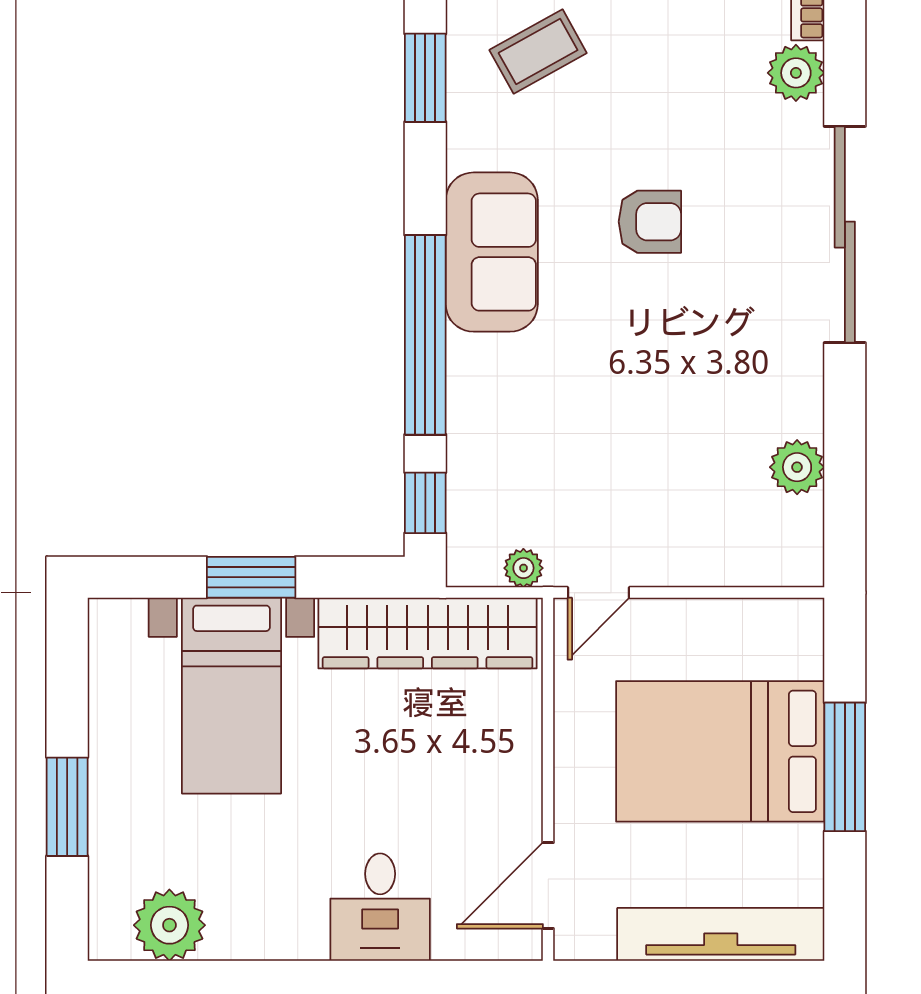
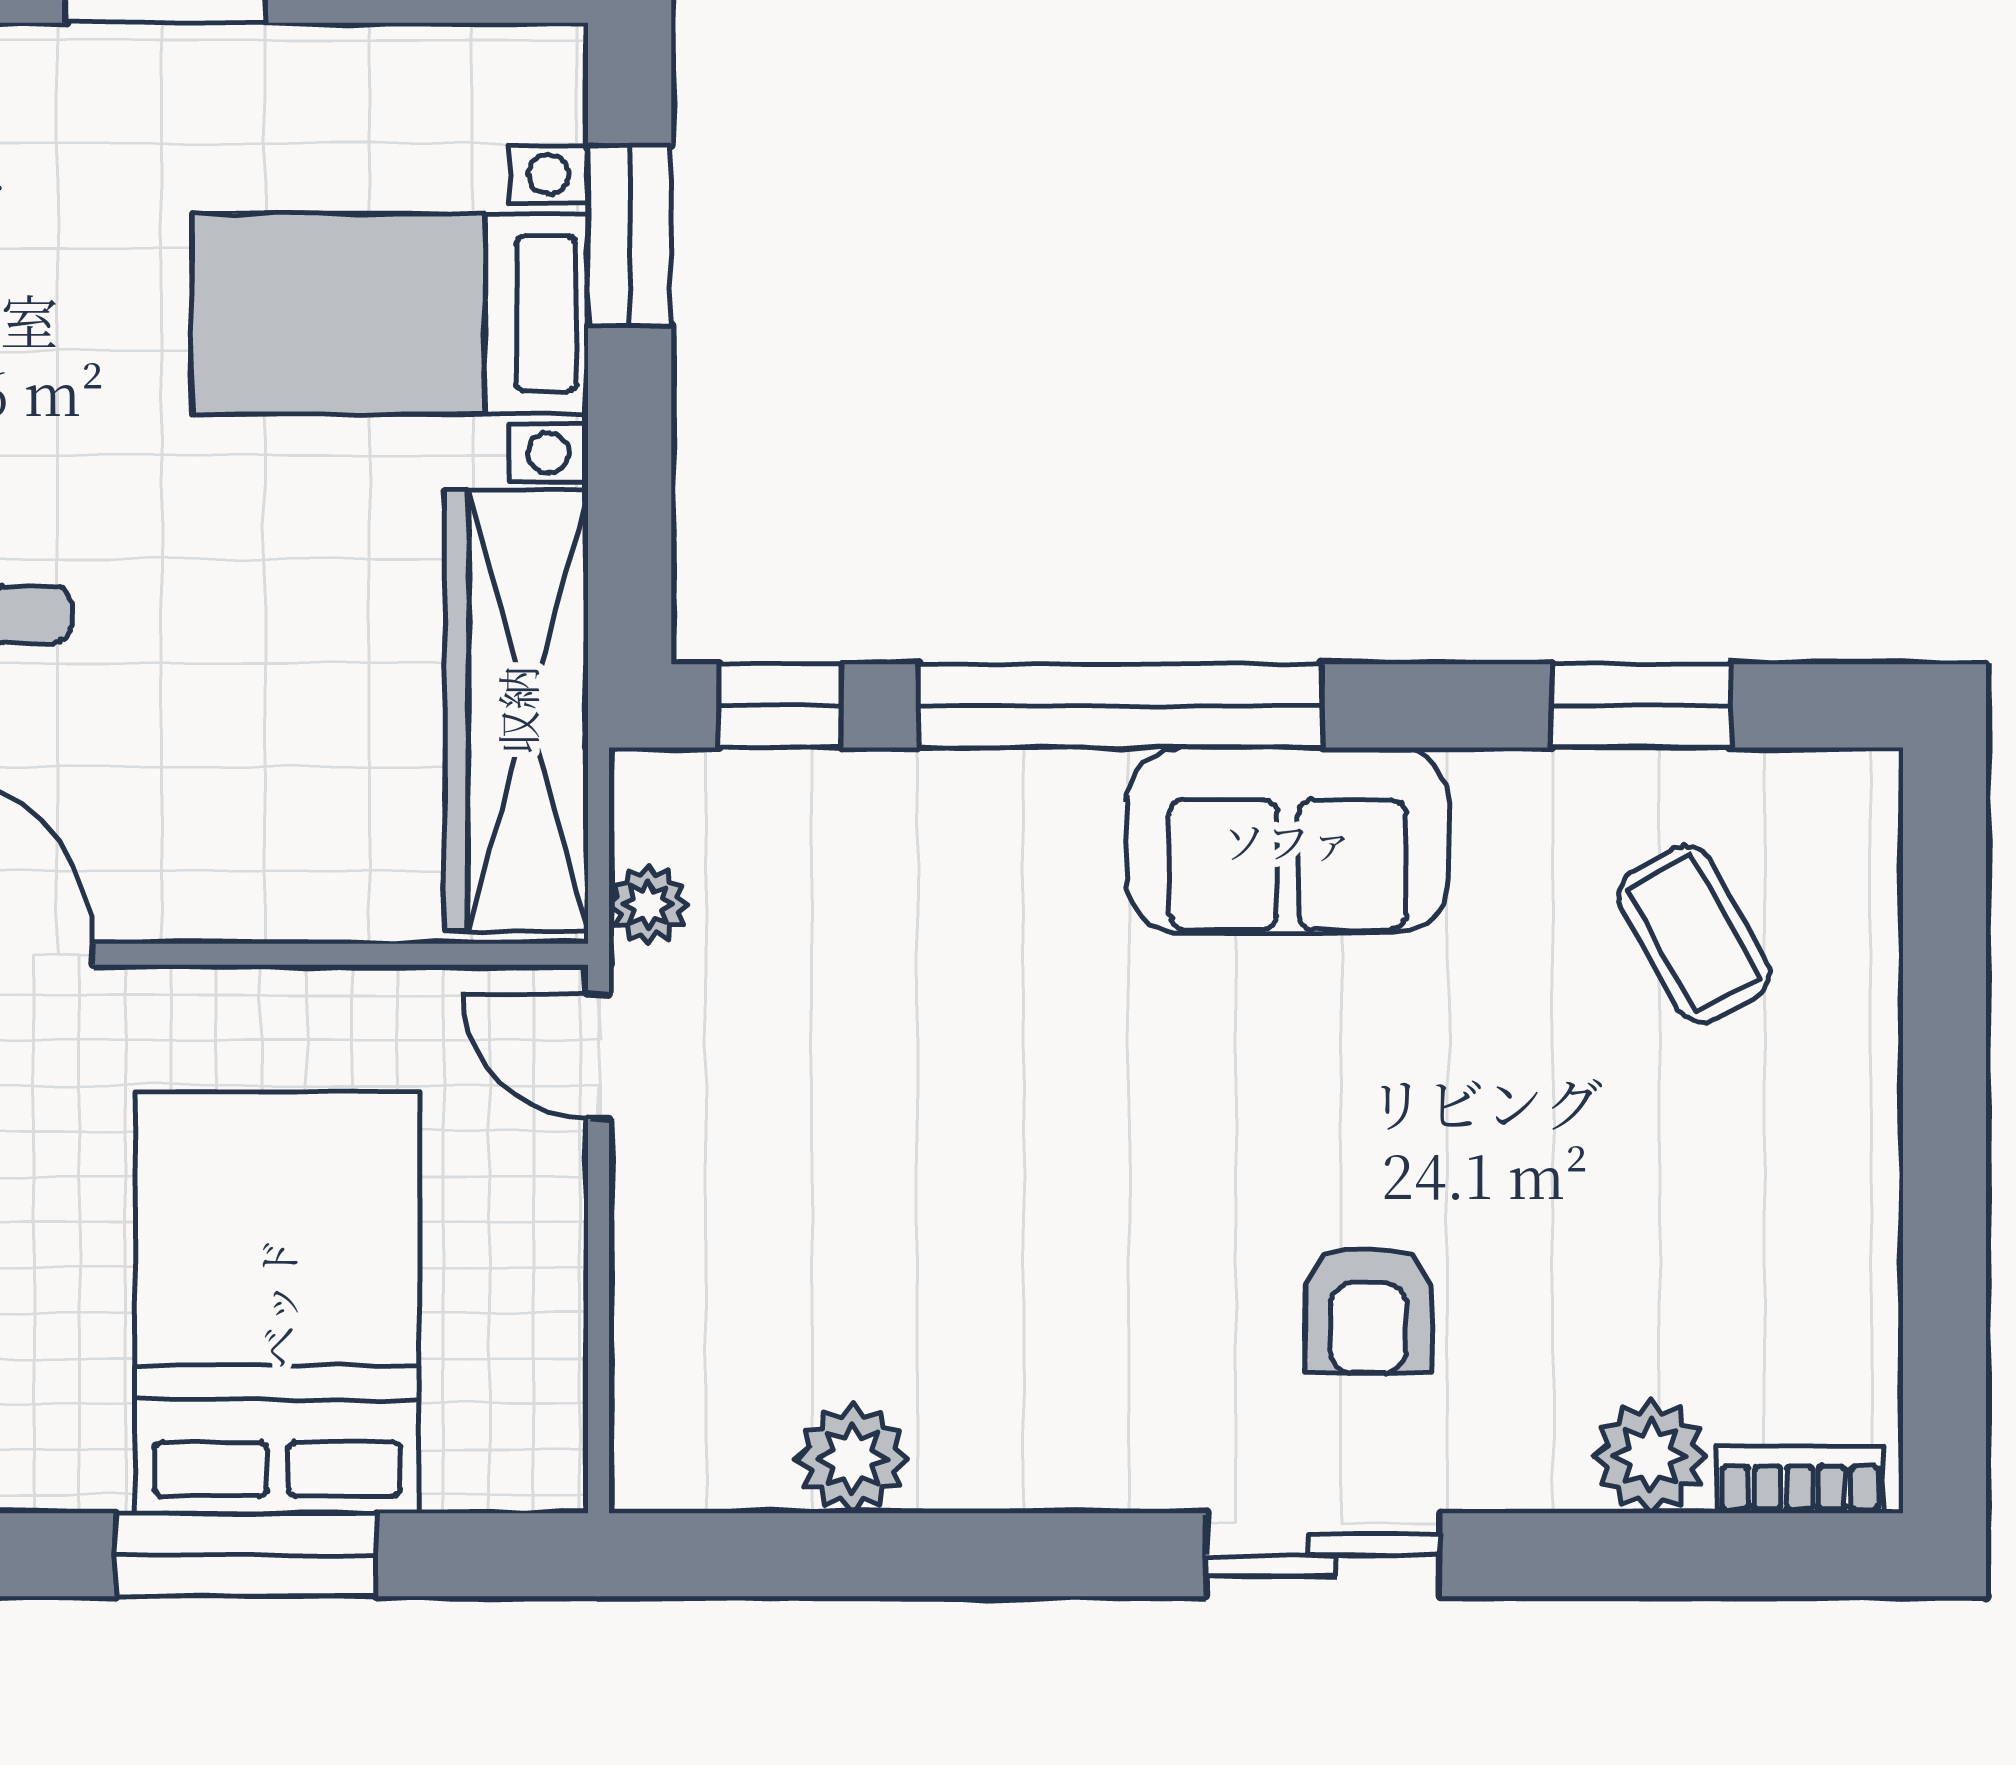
armchair: (650, 222) -> (1368, 1310), moved
sliding door: (845, 235) -> (1323, 1555), width x0.54
window: (251, 577) -> (630, 235), moved

